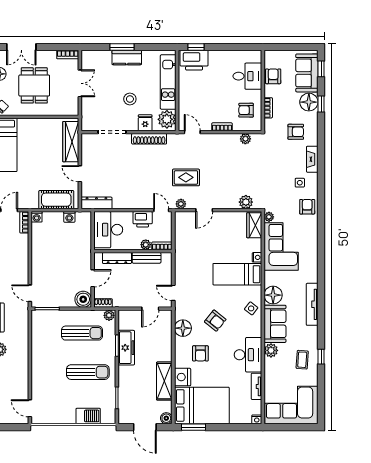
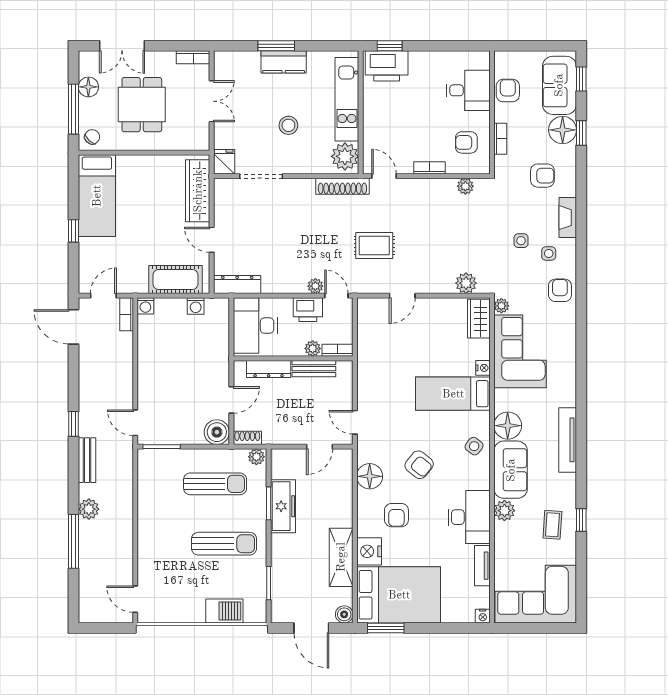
fridge: (145, 123) -> (224, 162), moved
shoe rack: (149, 139) -> (342, 186), moved
side table: (282, 174) -> (521, 241), added
plant: (181, 204) -> (315, 286), moved

